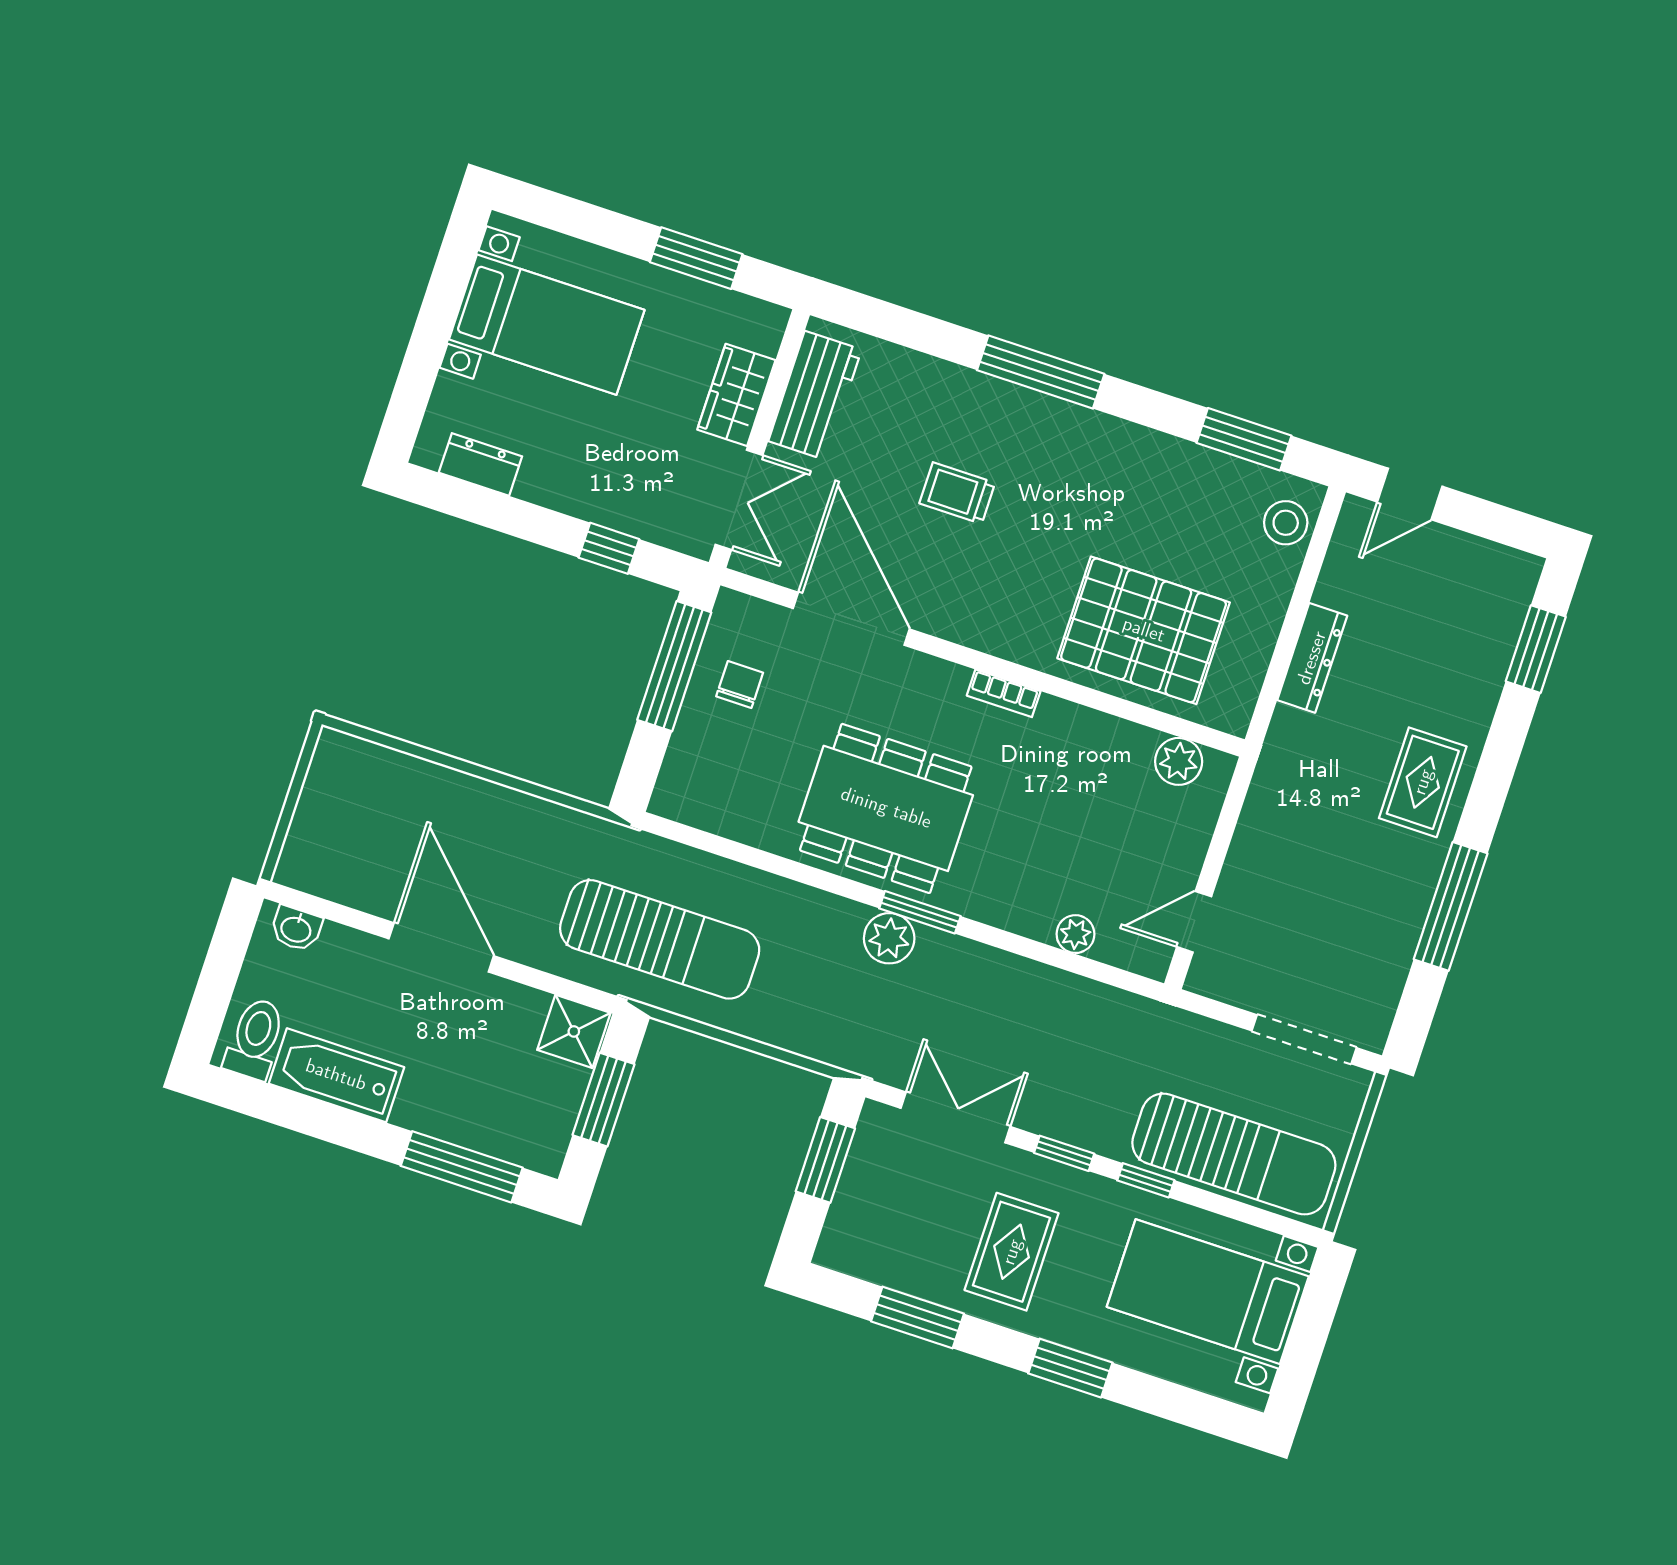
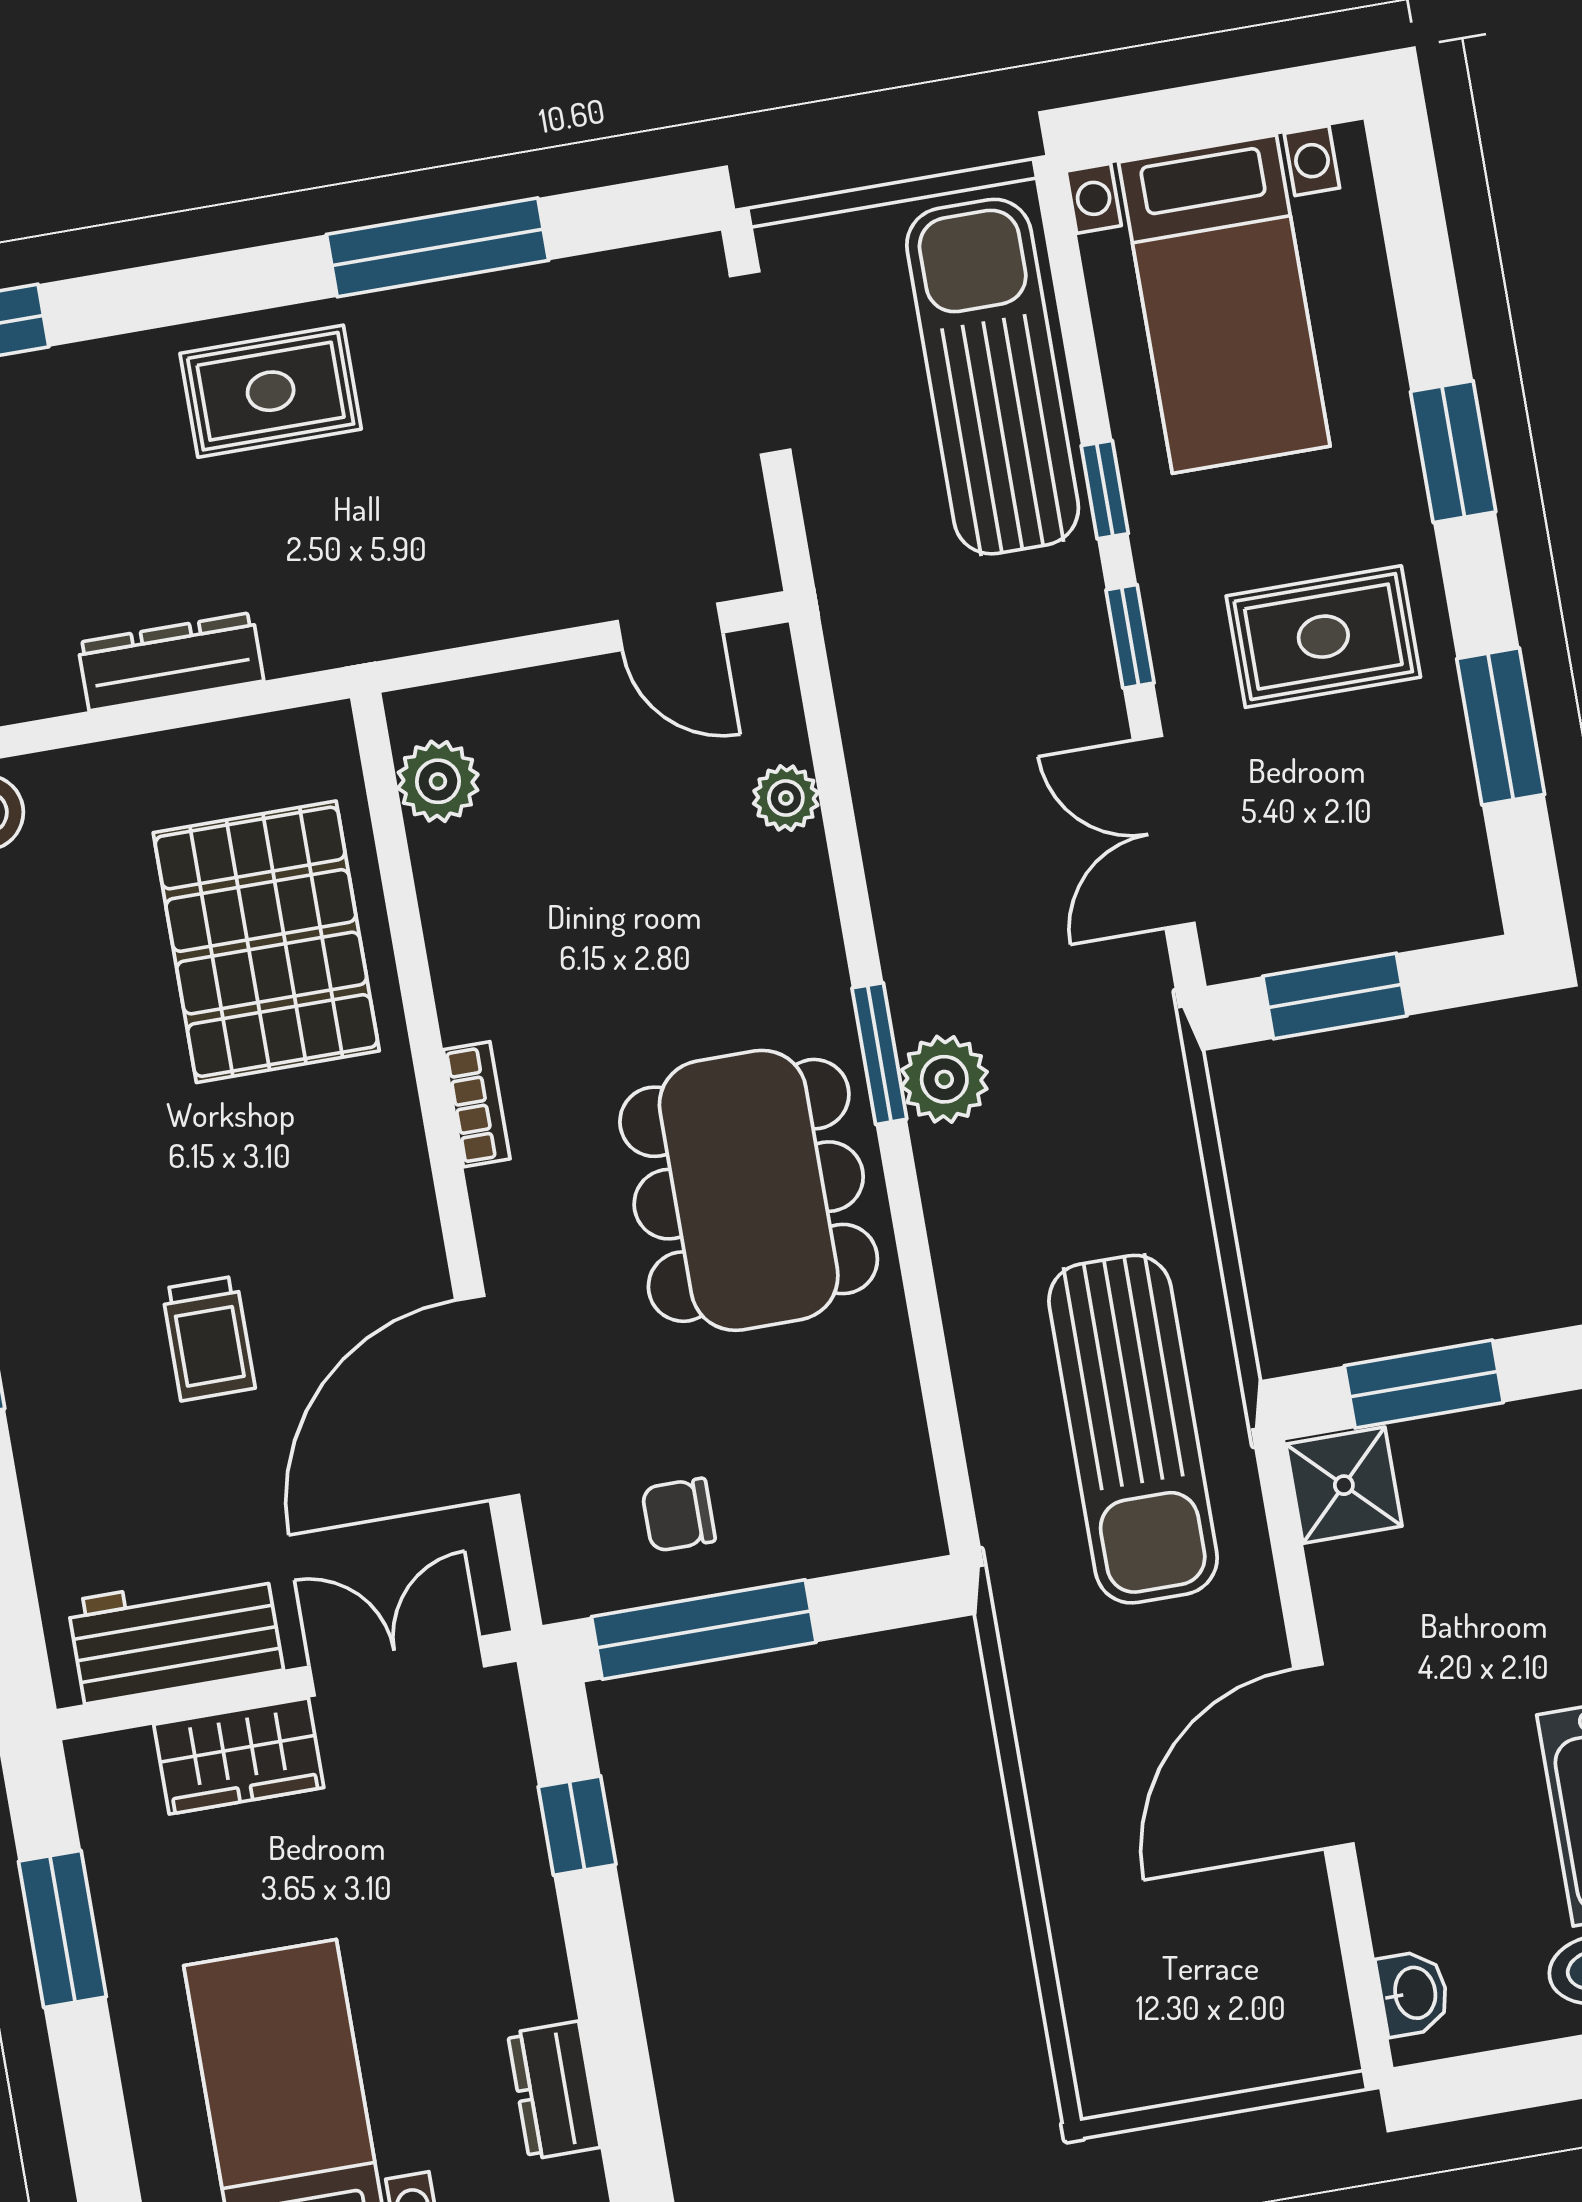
sun lounger: (660, 939) -> (1133, 1429), turned 180

